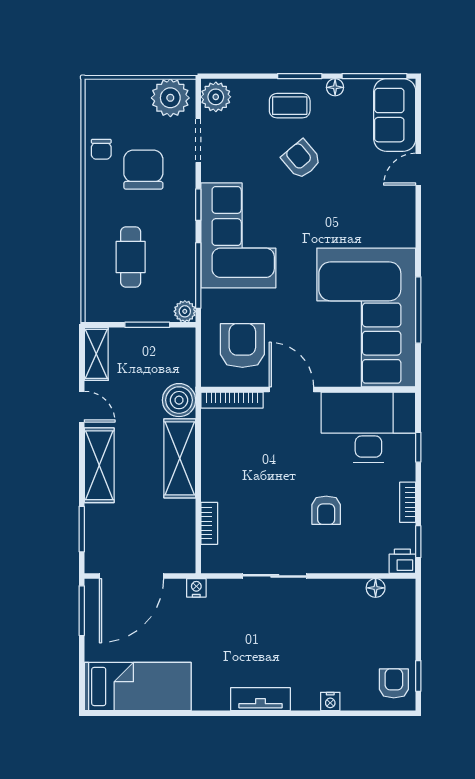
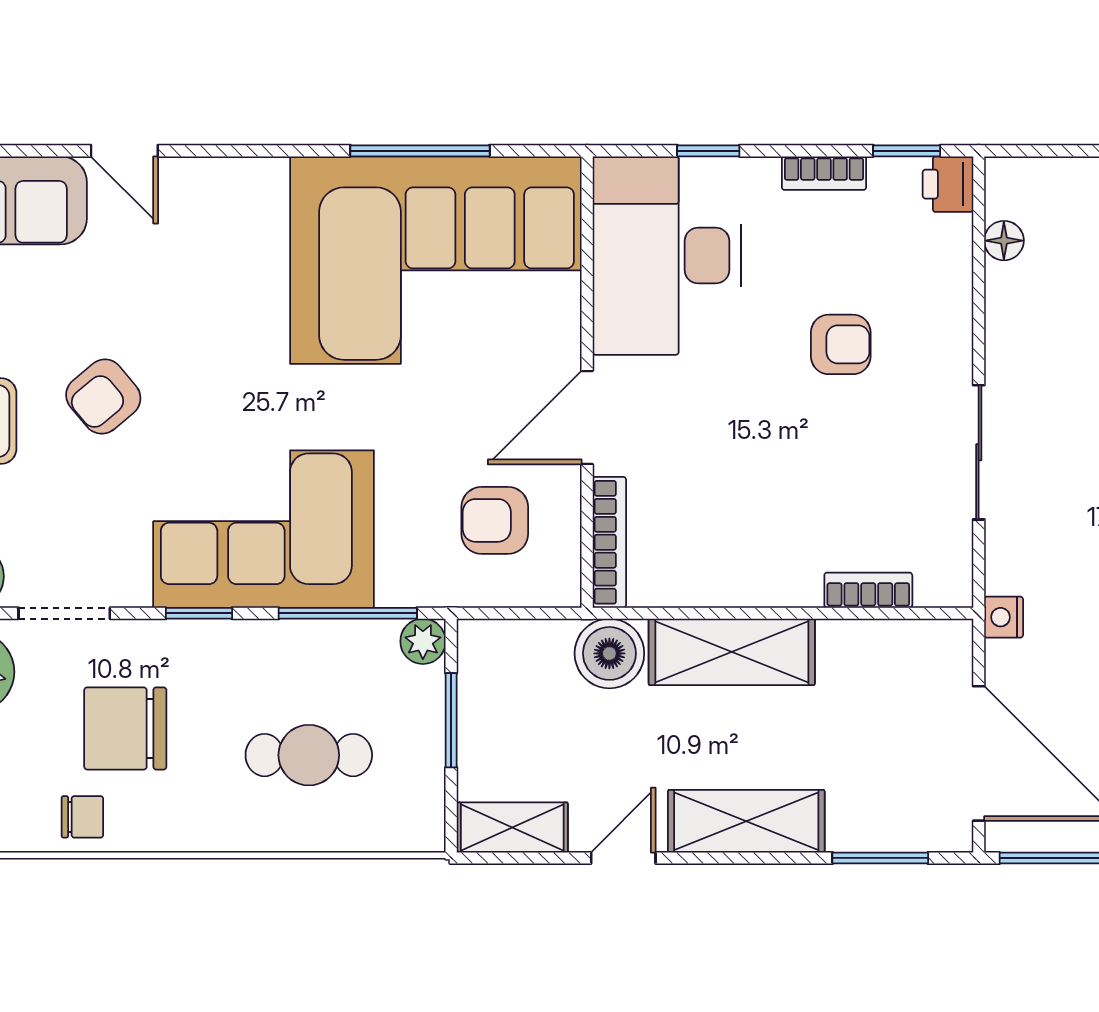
armchair: (242, 346) -> (495, 520), width x0.72, depth x0.72

